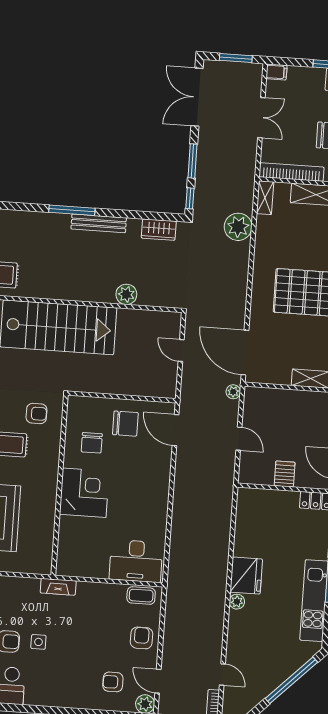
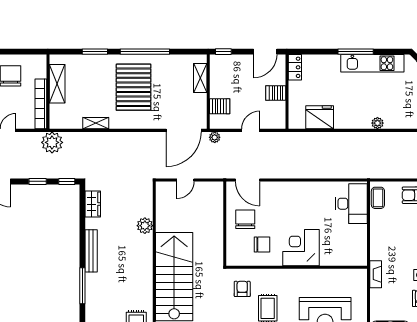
window: (193, 161) -> (38, 181), width x0.67
shelving: (265, 198) -> (96, 123), moved
window: (72, 210) -> (82, 286), moved
plant: (238, 227) -> (52, 142), moved
server rack: (273, 401) -> (220, 106), added
door: (175, 430) -> (248, 180), hinge flipped
fridge: (246, 576) -> (320, 117), moved
fireplace: (58, 587) -> (376, 274), moved

